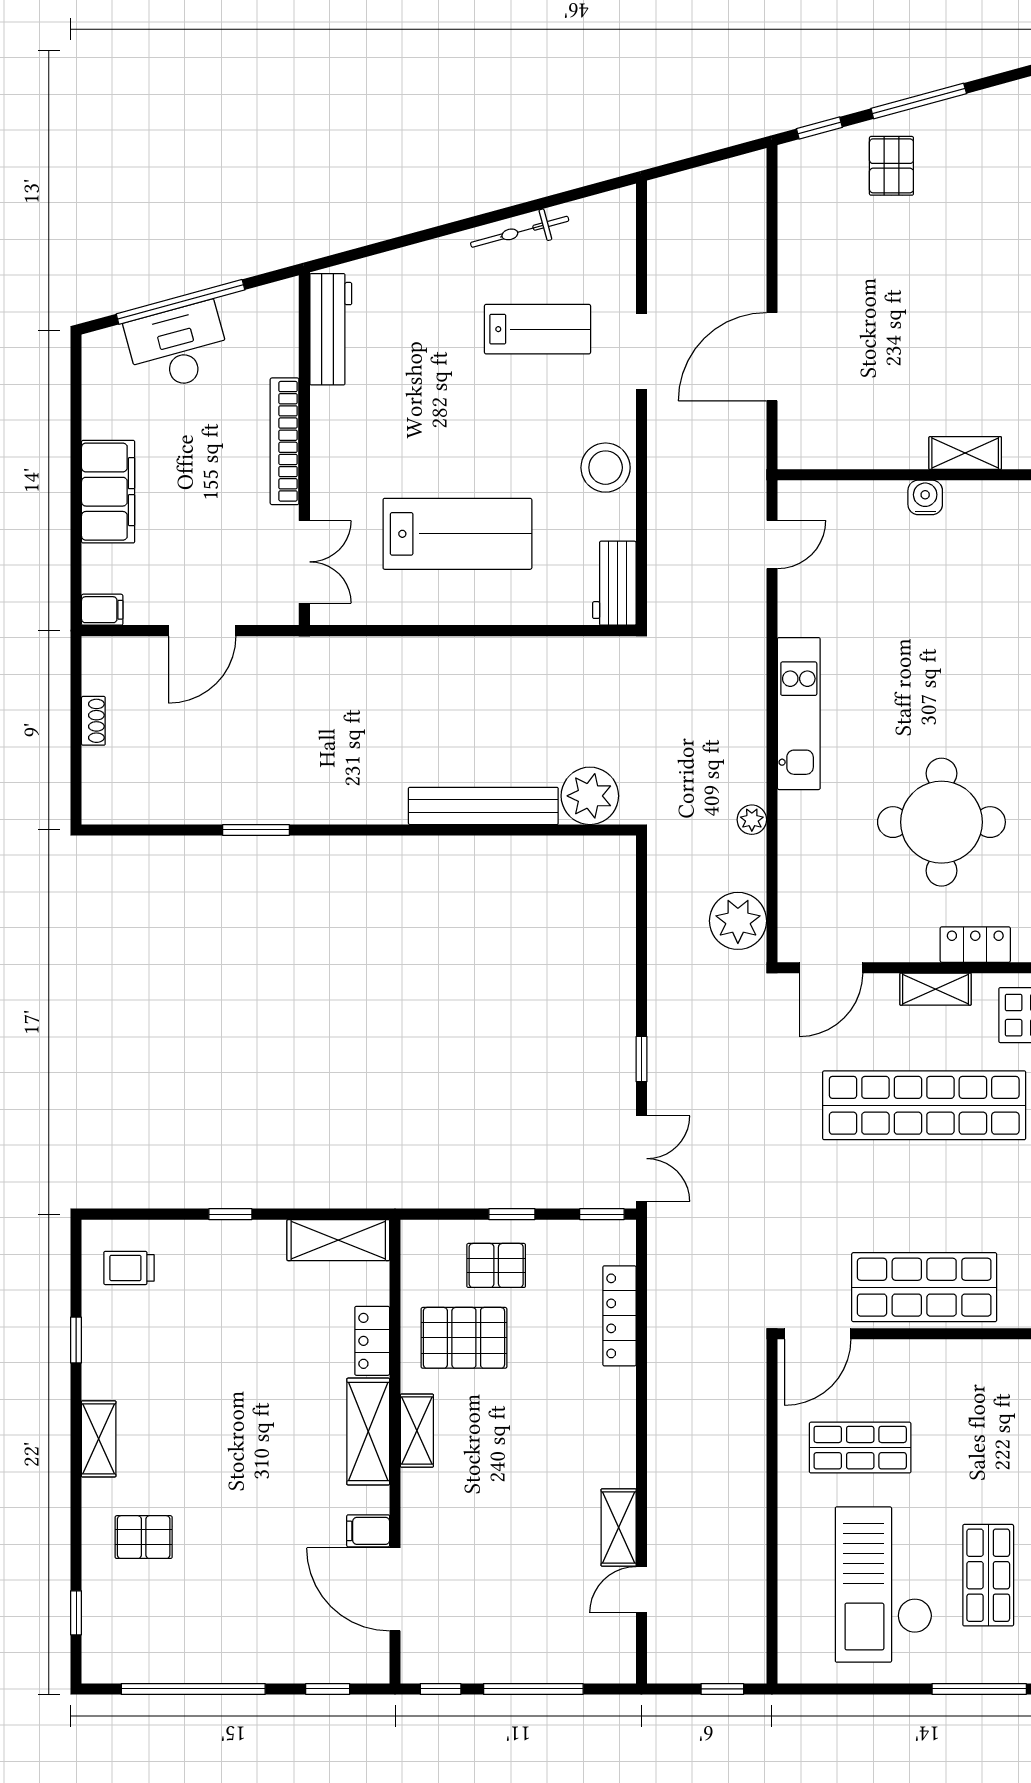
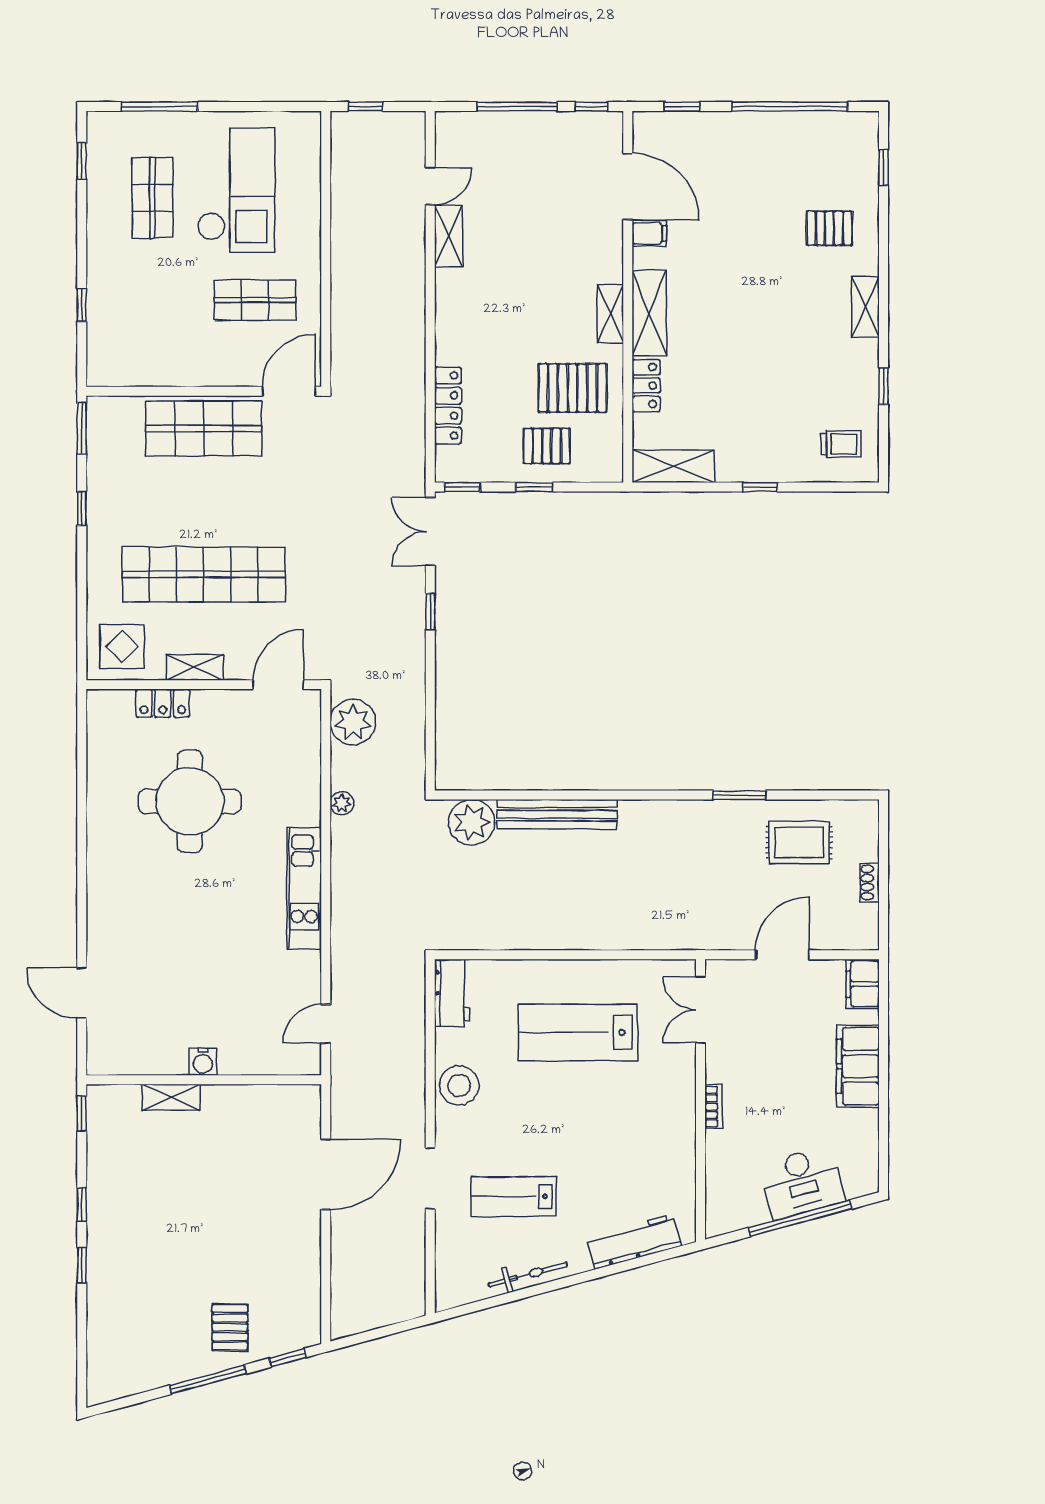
workbench: (331, 329) -> (634, 1242), moved, turned 75
bookcase: (285, 441) -> (714, 1107), width x0.43, depth x0.76
filing cabinet: (102, 610) -> (863, 984), width x2.00
rug: (181, 771) -> (799, 843), added

